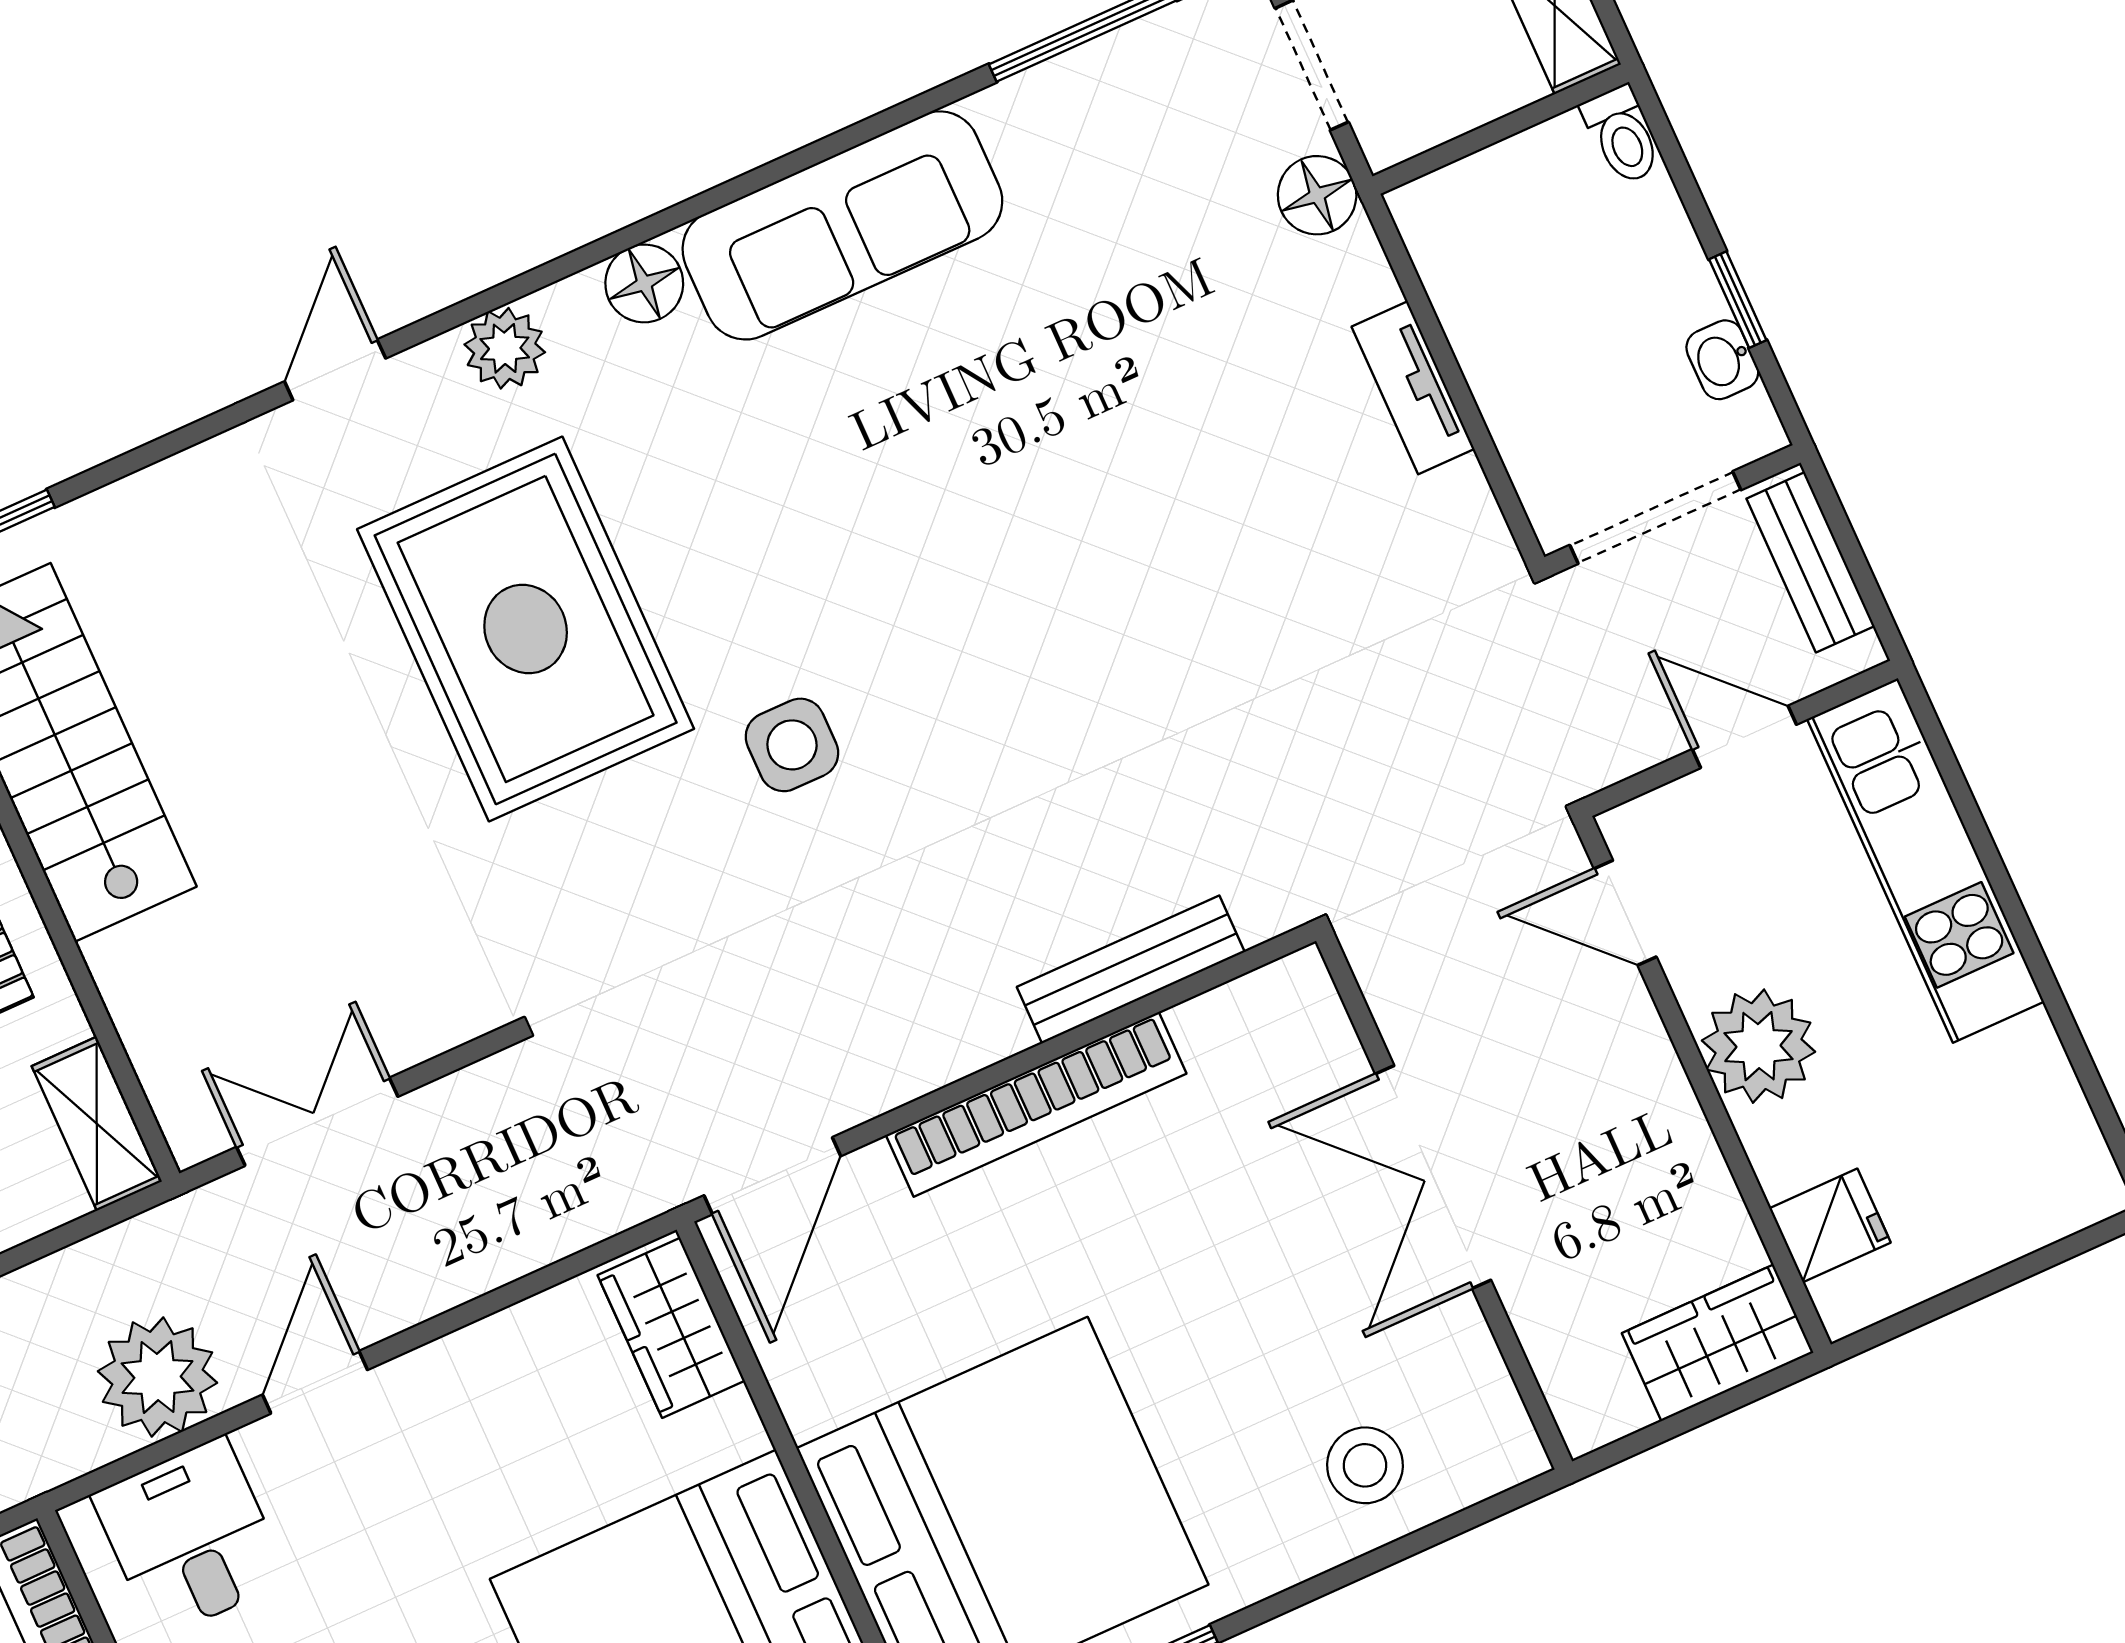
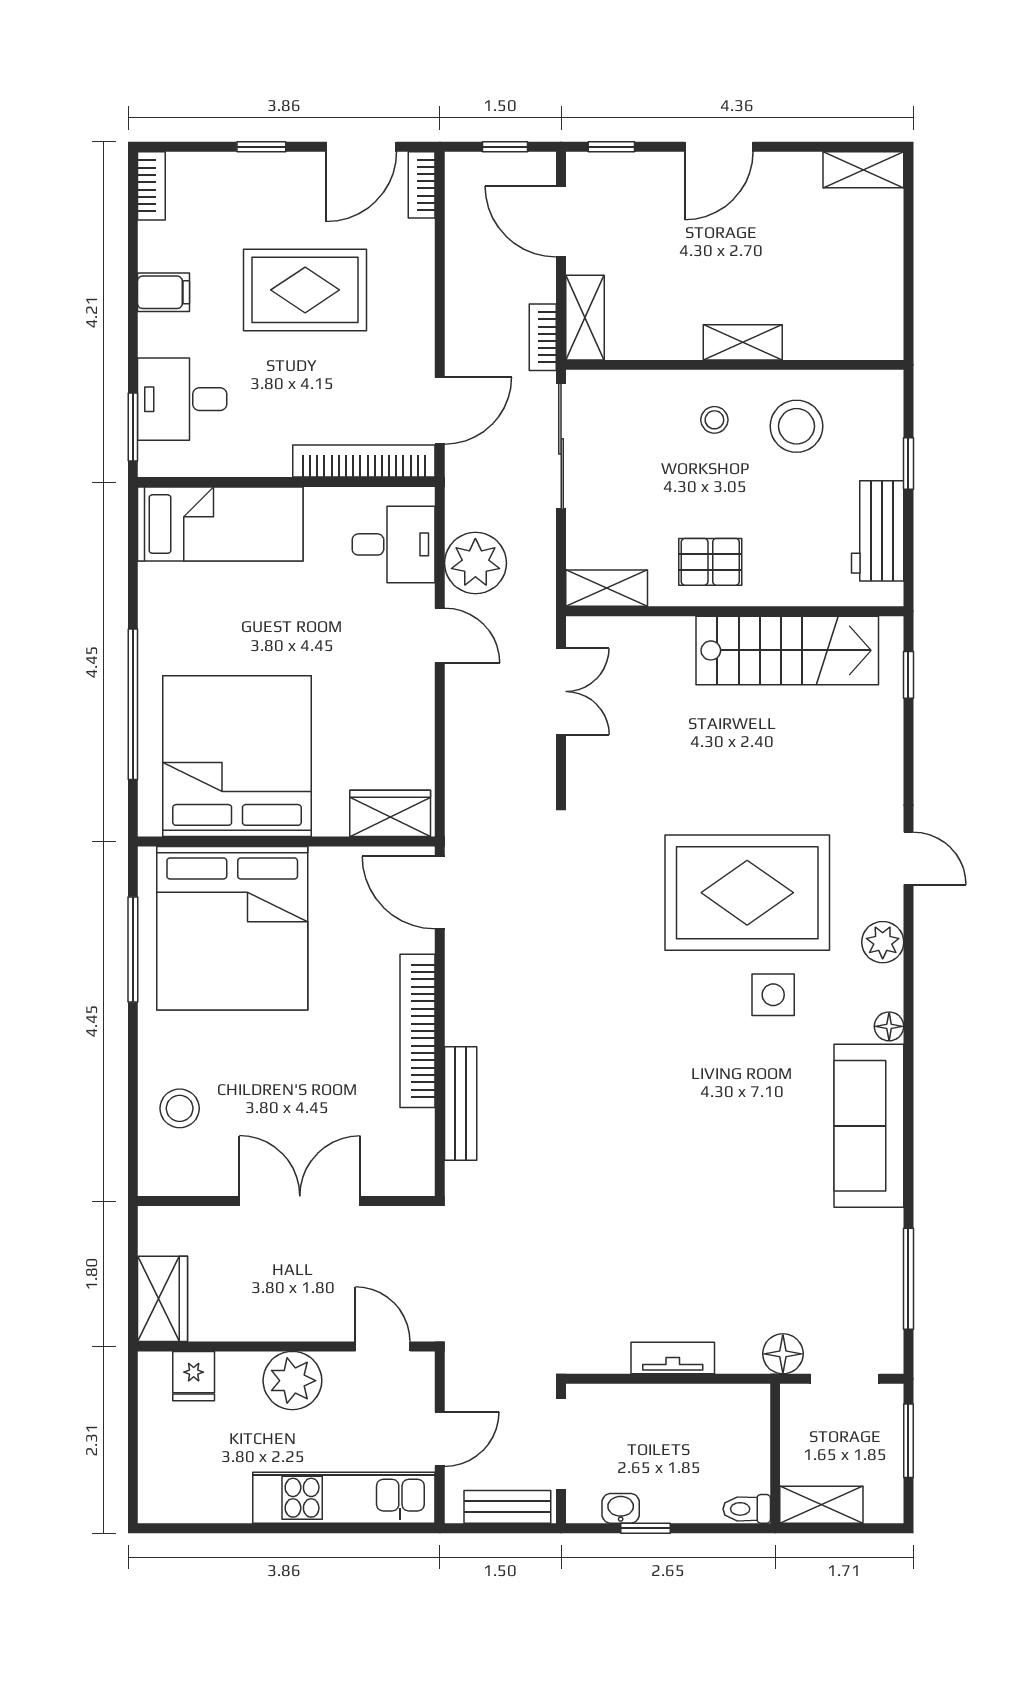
floor lamp: (644, 283) -> (889, 1026), width x0.73, depth x0.73
side table: (792, 745) -> (773, 995), moved
door: (1625, 913) -> (383, 1346), hinge flipped

